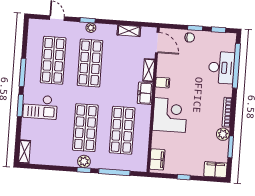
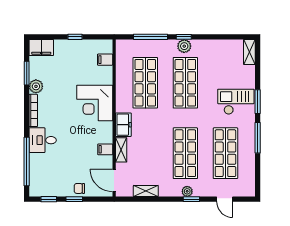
desk: (221, 68) -> (43, 140), moved, width x0.73
filing cabinet: (163, 83) -> (105, 149), moved
filing cabinet: (157, 159) -> (105, 60), width x0.50

